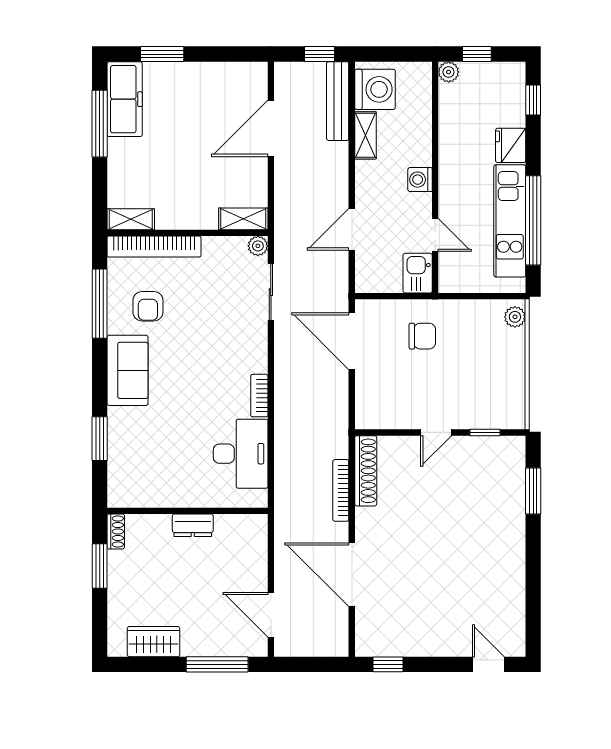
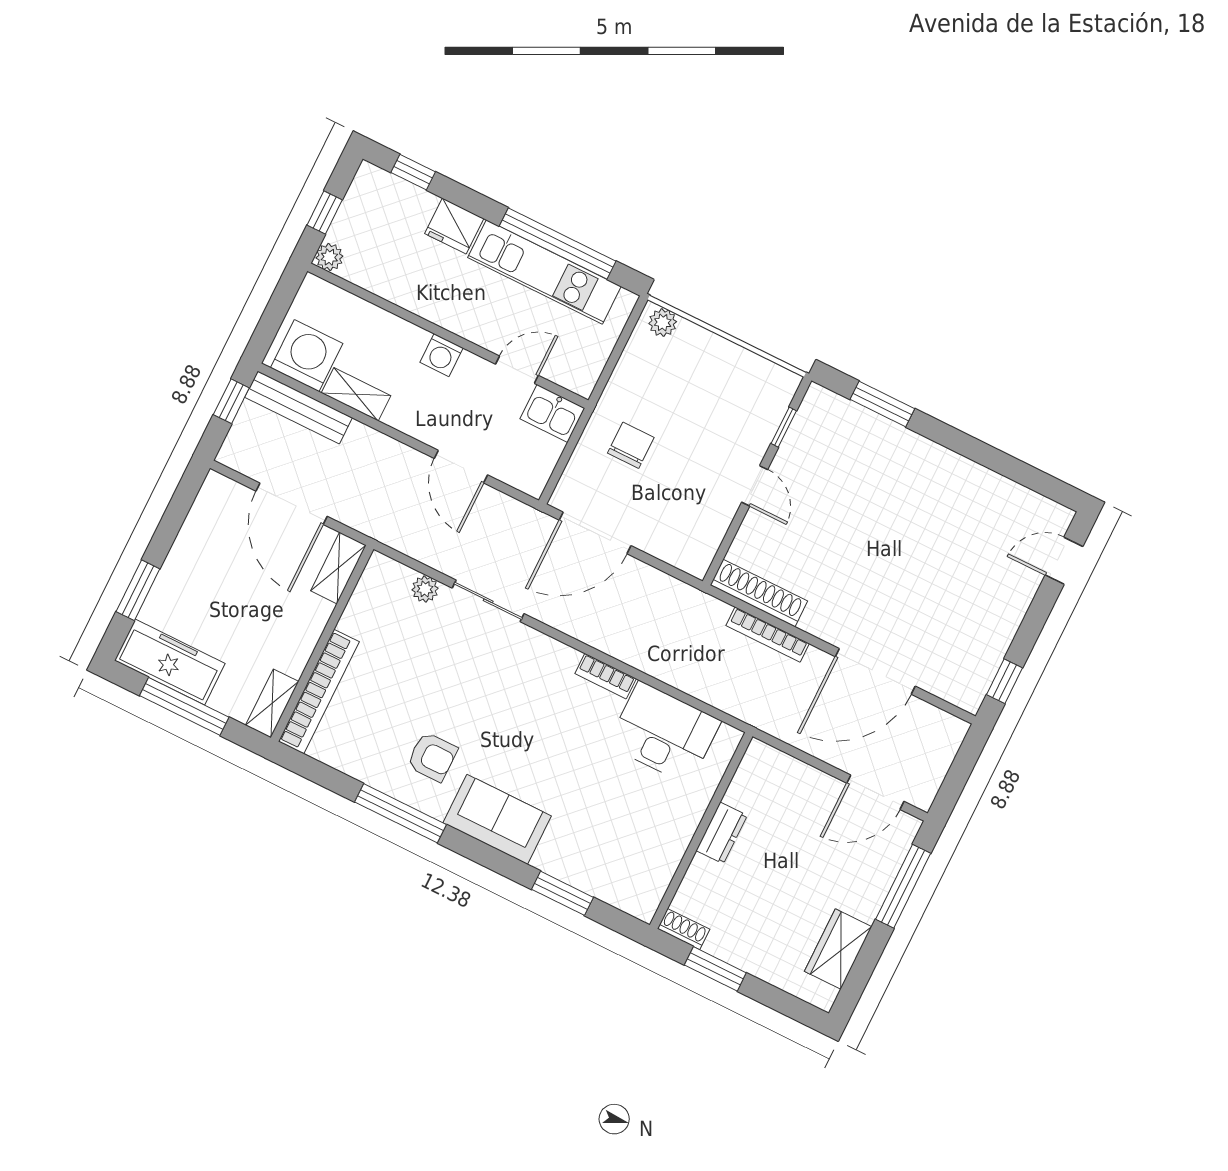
shelving: (131, 219) -> (272, 703), moved
shelving: (243, 219) -> (338, 568), moved
wall: (188, 233) -> (322, 643), moved
bookcase: (154, 247) -> (319, 692), moved

